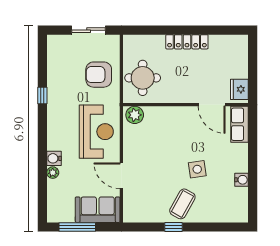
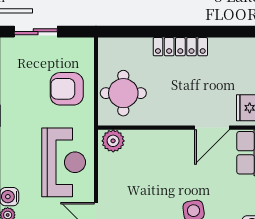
sliding door: (89, 30) -> (36, 32), moved
door: (212, 105) -> (212, 128), hinge flipped

